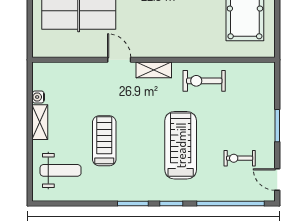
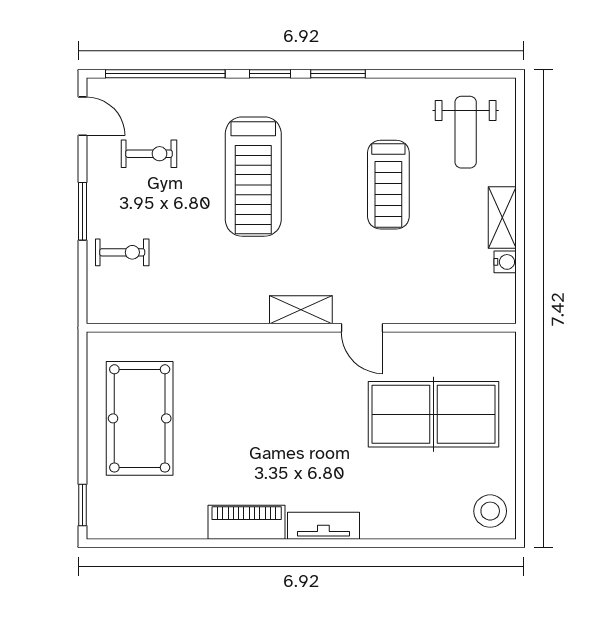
exercise bike: (204, 81) -> (122, 252), moved, width x0.73, depth x0.72
weight bench: (61, 170) -> (466, 132), turned -90

